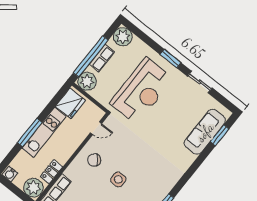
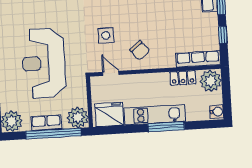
reception desk: (142, 91) -> (44, 63), turned -90
side table: (118, 179) -> (106, 35), moved

